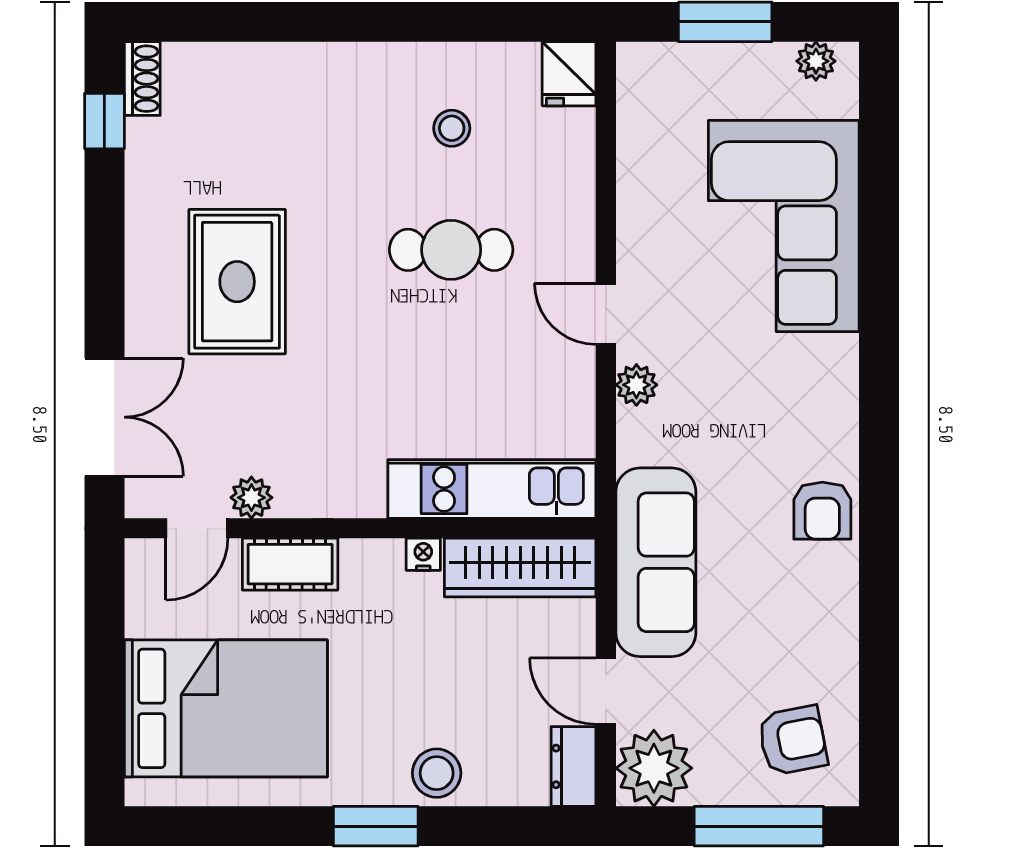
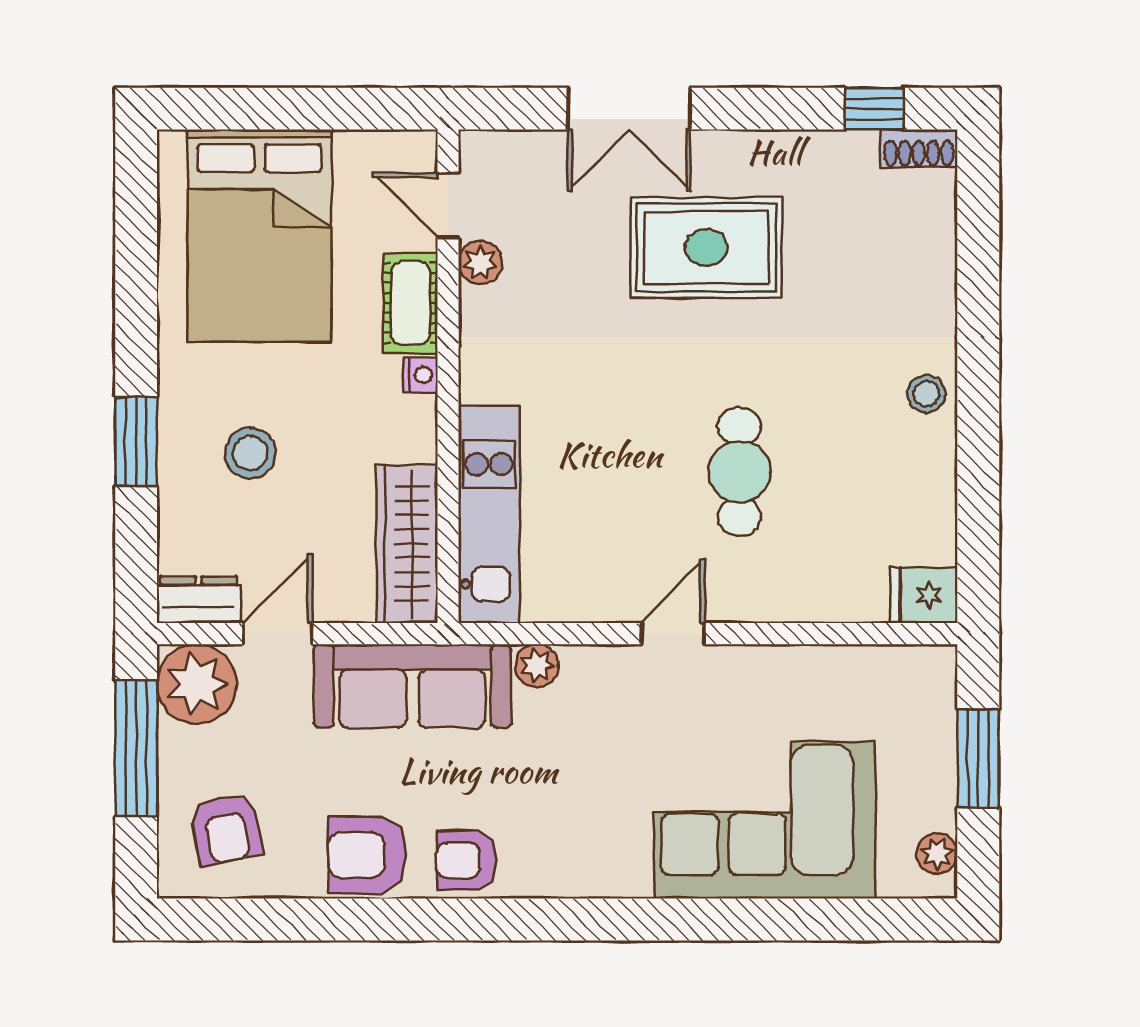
stool: (452, 128) -> (926, 394), moved
plant: (636, 385) -> (537, 666), moved
double door: (104, 417) -> (629, 109), moved
nightstand: (423, 554) -> (421, 375), moved
armchair: (817, 605) -> (367, 855), added
stool: (437, 773) -> (250, 453), moved
window: (376, 826) -> (136, 441), moved
window: (759, 826) -> (136, 748), moved

